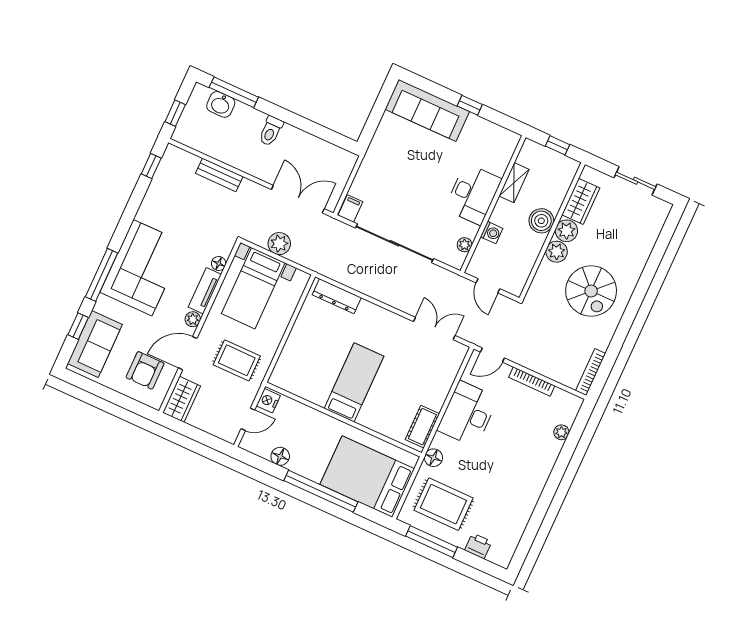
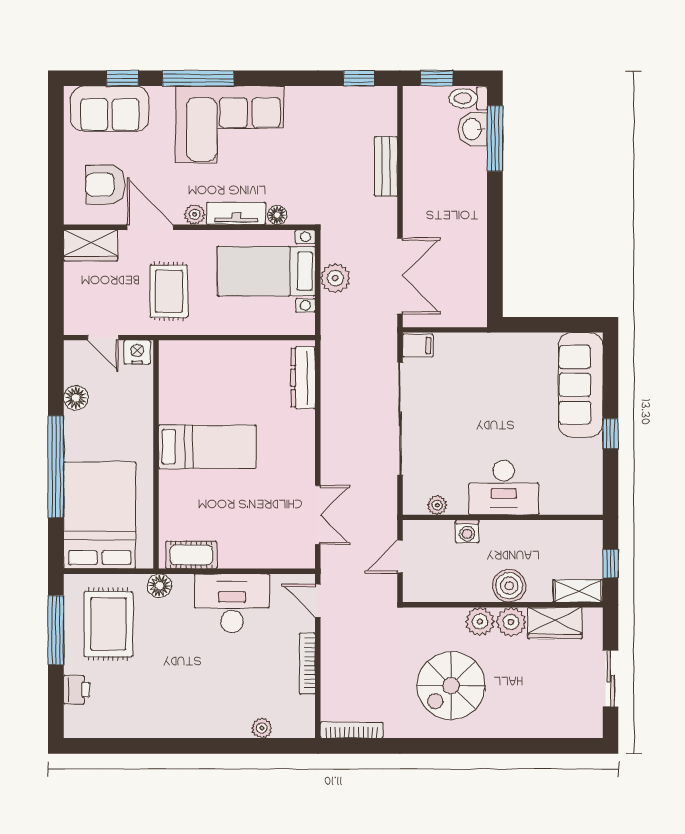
toilet: (271, 131) -> (468, 98), moved
shelving: (514, 183) -> (578, 591), moved

